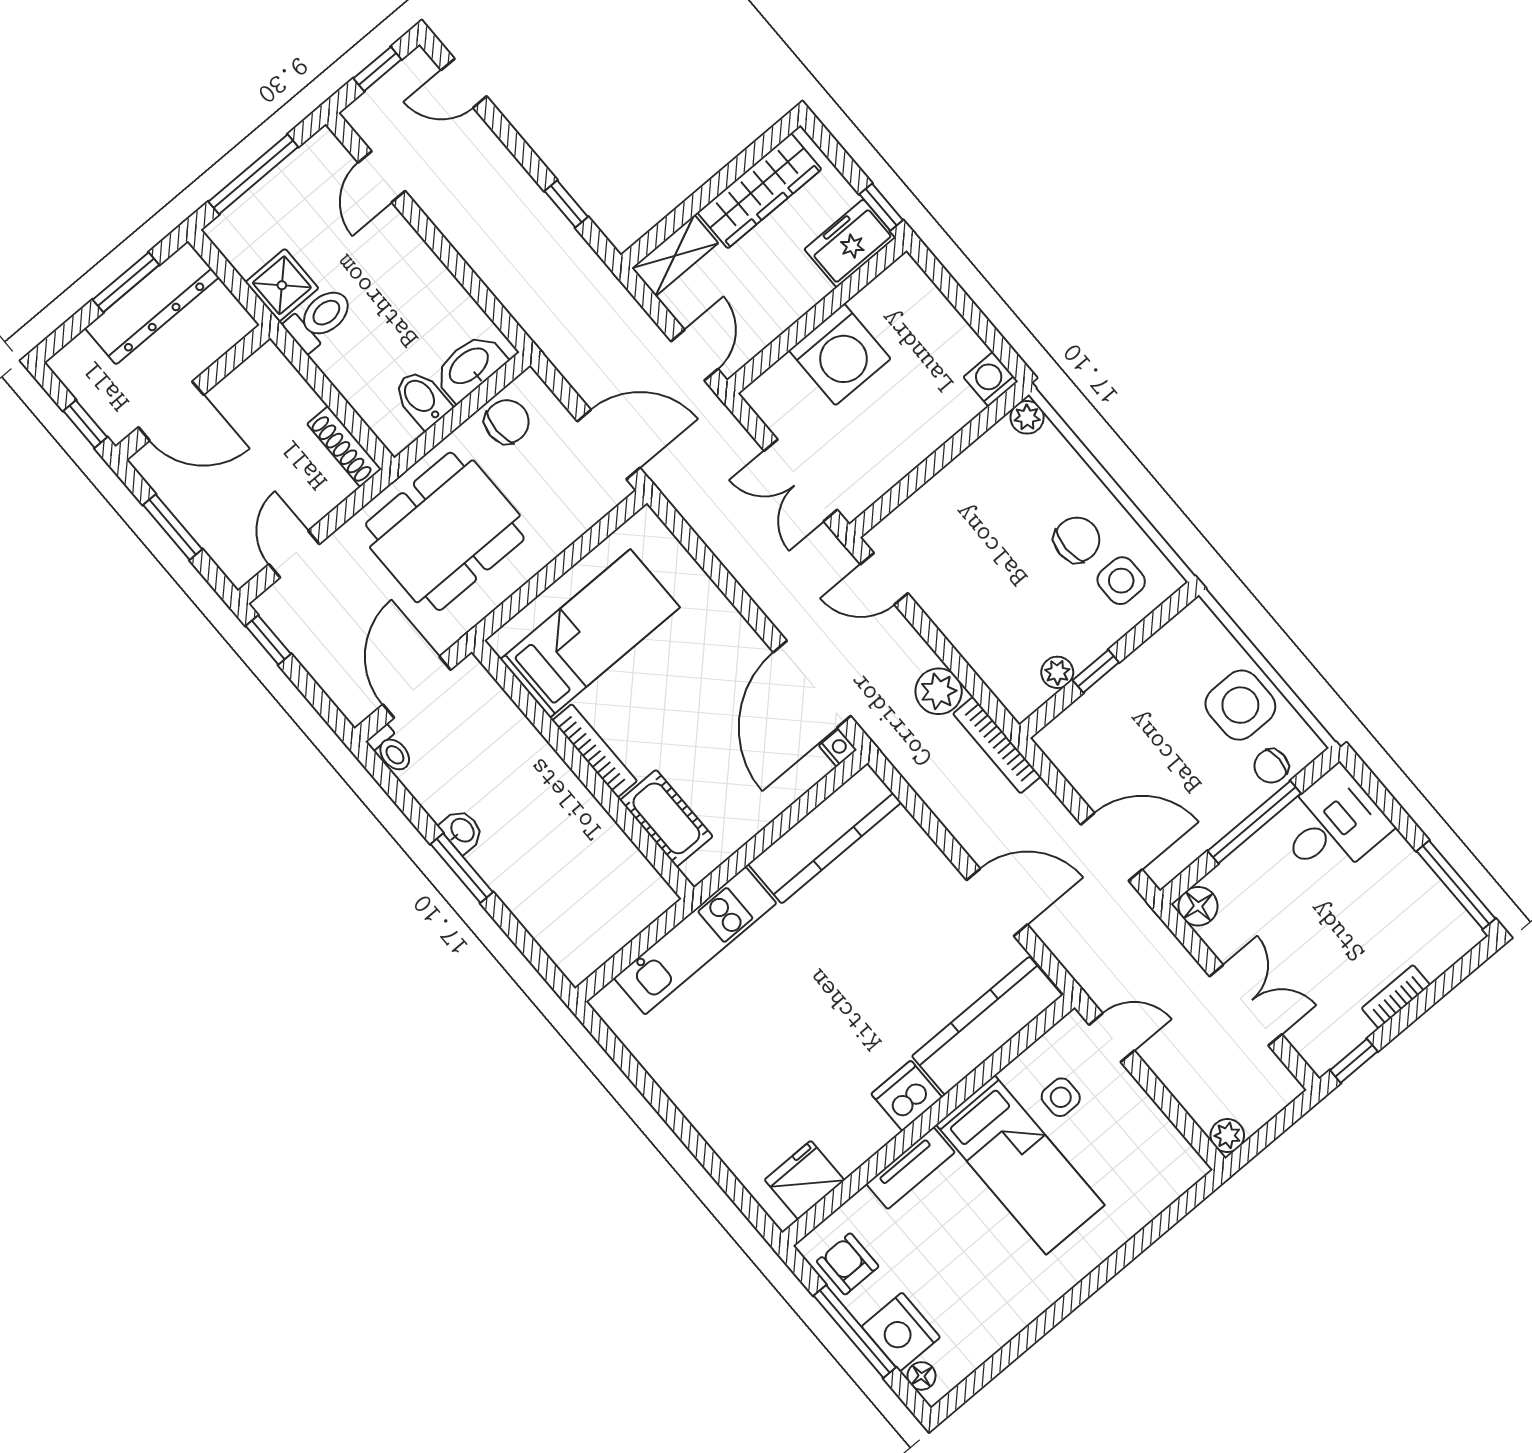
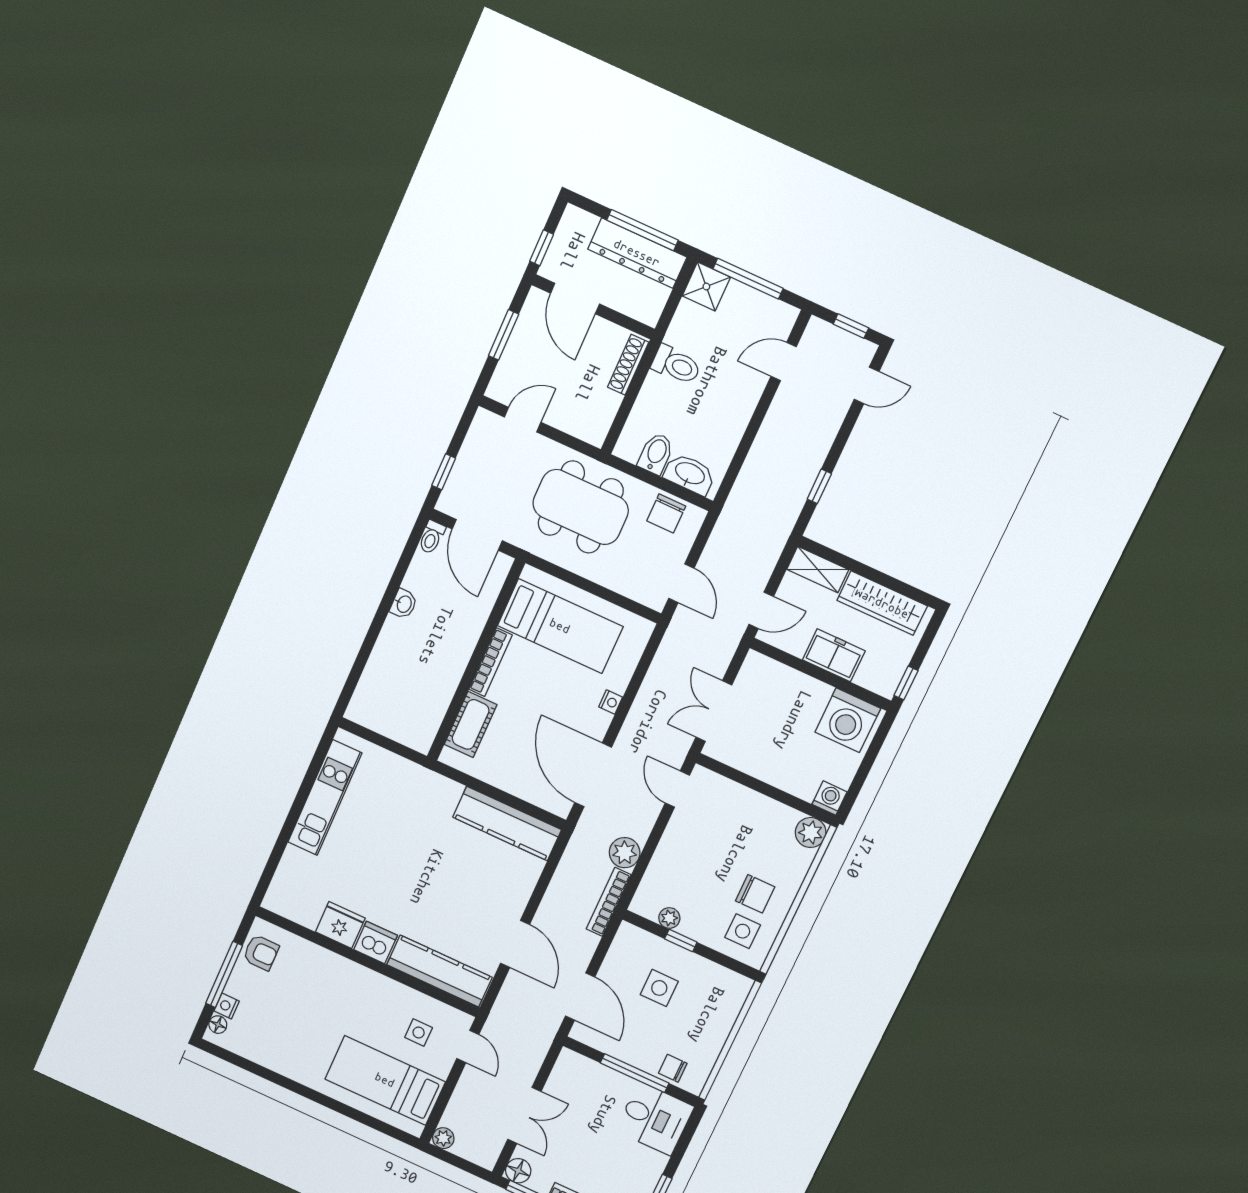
door: (464, 83) -> (867, 385), swing flipped
freezer: (850, 243) -> (834, 655), moved
window: (126, 282) -> (643, 230), width x1.44
shower: (282, 285) -> (706, 287), moved
washing machine: (840, 354) -> (848, 720), moved
plant: (1027, 417) -> (811, 832), width x1.38, depth x1.38
chair: (507, 422) -> (666, 513), turned 90
door: (609, 444) -> (681, 583), width x0.73
shoe rack: (344, 447) -> (628, 365), moved
window: (268, 640) -> (444, 472), moved
door: (812, 684) -> (593, 775), hinge flipped
door: (417, 687) -> (477, 535), swing flipped
side table: (1240, 705) -> (659, 988), moved, width x0.73, depth x0.73
nightstand: (838, 748) -> (611, 702), moved
window: (462, 868) -> (381, 615), removed
floor lamp: (1198, 906) -> (518, 1171), moved
kitchen unit: (695, 941) -> (325, 798), moved, turned -90
bed: (1020, 1165) -> (385, 1080), moved, turned 90
tv unit: (911, 1168) -> (334, 964), removed
fridge: (804, 1180) -> (340, 925), moved
armchair: (848, 1264) -> (261, 953), turned 90
nightstand: (901, 1332) -> (227, 1006), width x0.53, depth x0.56

